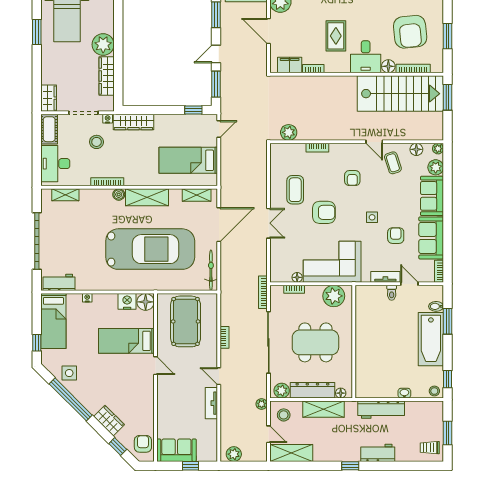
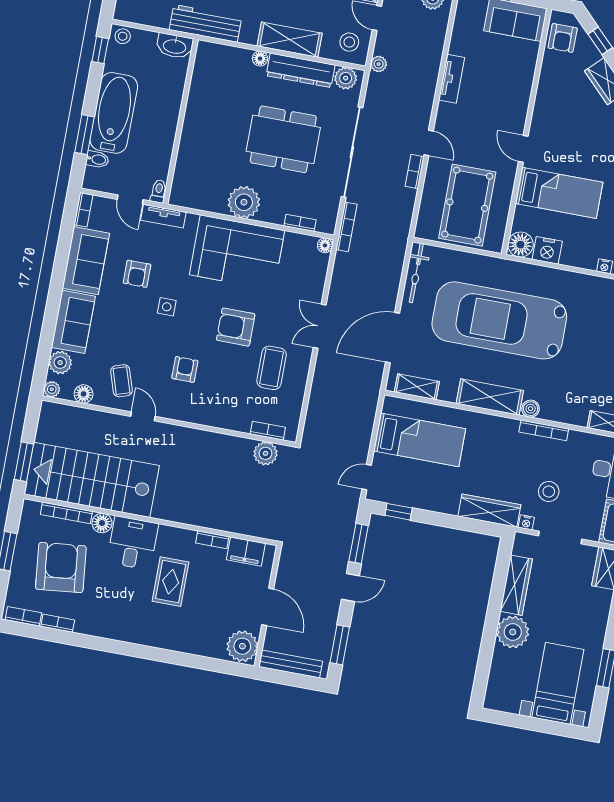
bookcase: (317, 148) -> (268, 431), moved
floor lamp: (297, 277) -> (325, 245), moved
wall: (354, 342) -> (181, 122), moved
door: (219, 376) -> (429, 143), moved
washbasin: (404, 393) -> (175, 46), width x1.91, depth x1.45

